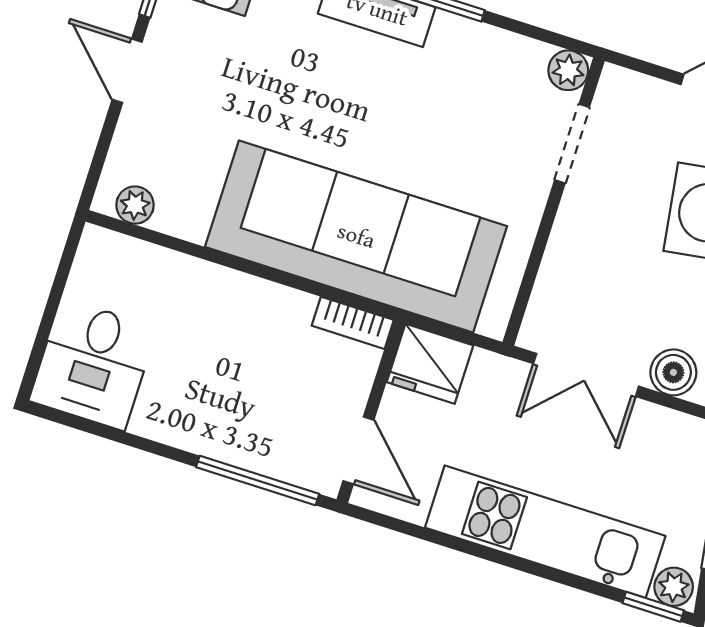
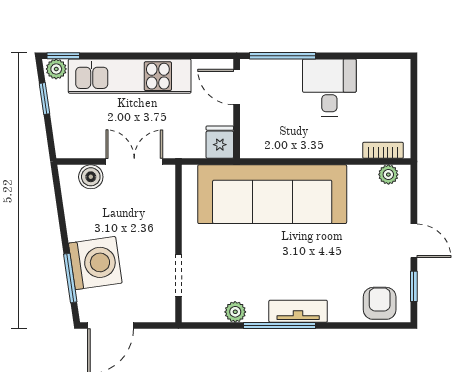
plant: (568, 70) -> (235, 312), moved
bookcase: (353, 323) -> (383, 150), moved
desk: (93, 364) -> (329, 88), moved
fridge: (430, 364) -> (220, 142), width x0.72

